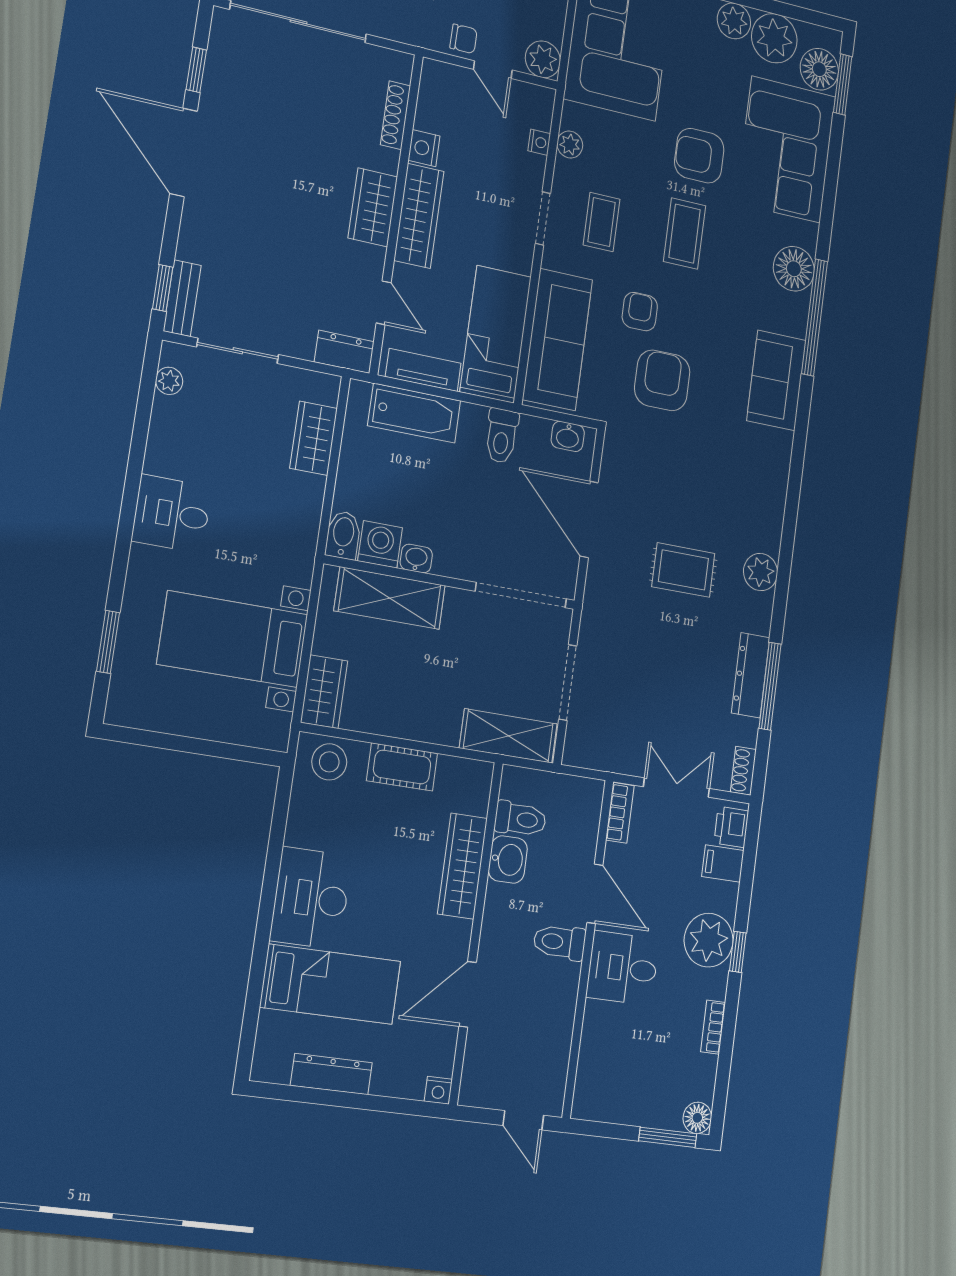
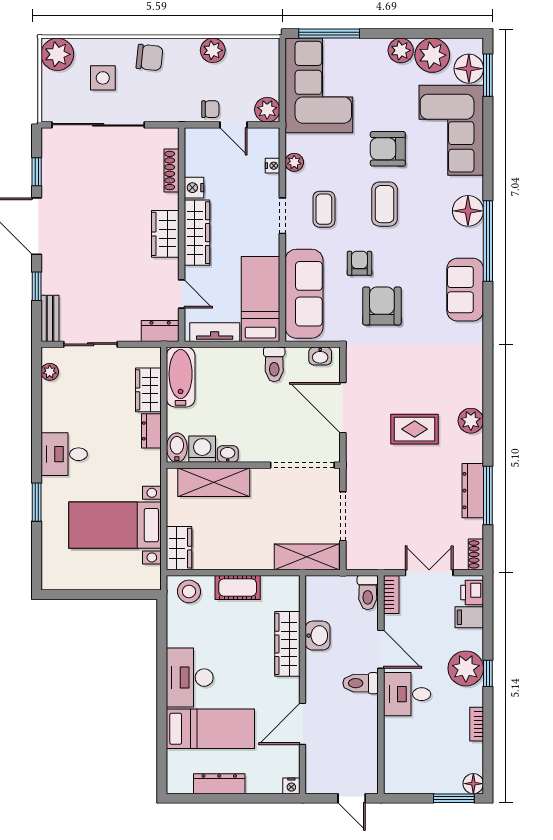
window: (163, 288) -> (37, 286), moved
bathtub: (414, 413) -> (181, 377), moved, turned -90
dresser: (309, 502) -> (151, 431), added
window: (108, 642) -> (37, 502), moved
toilet: (520, 819) -> (368, 593), moved, turned 90

